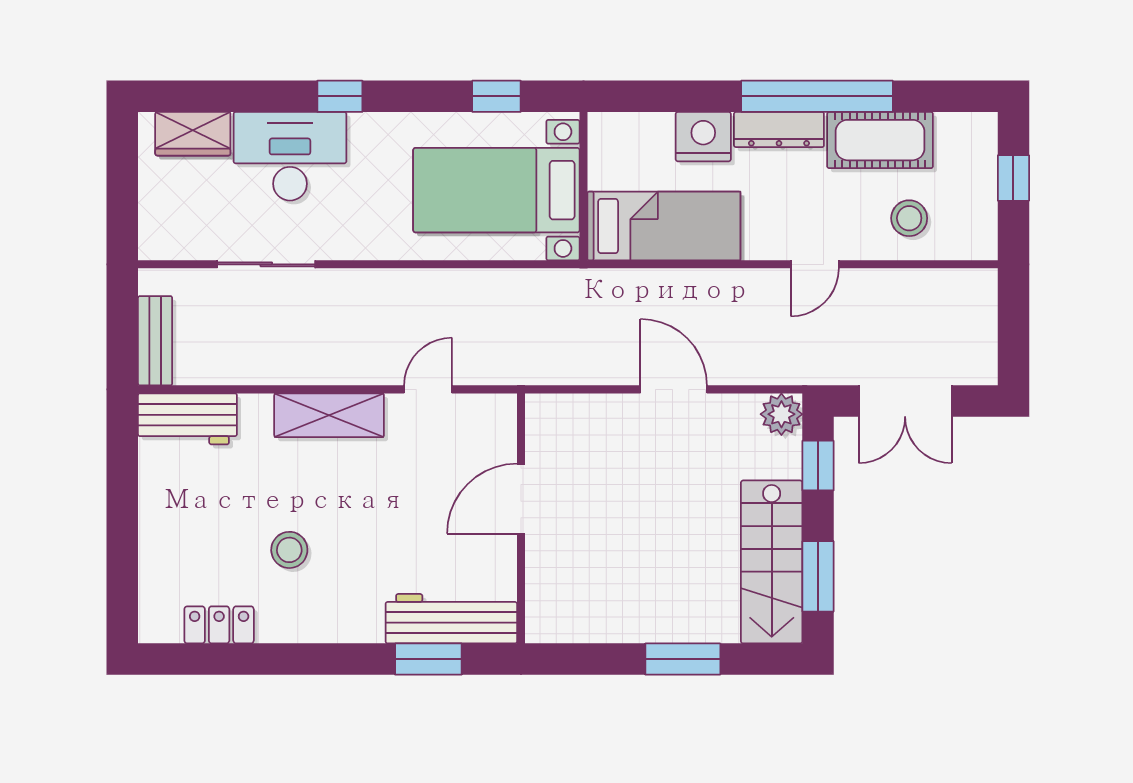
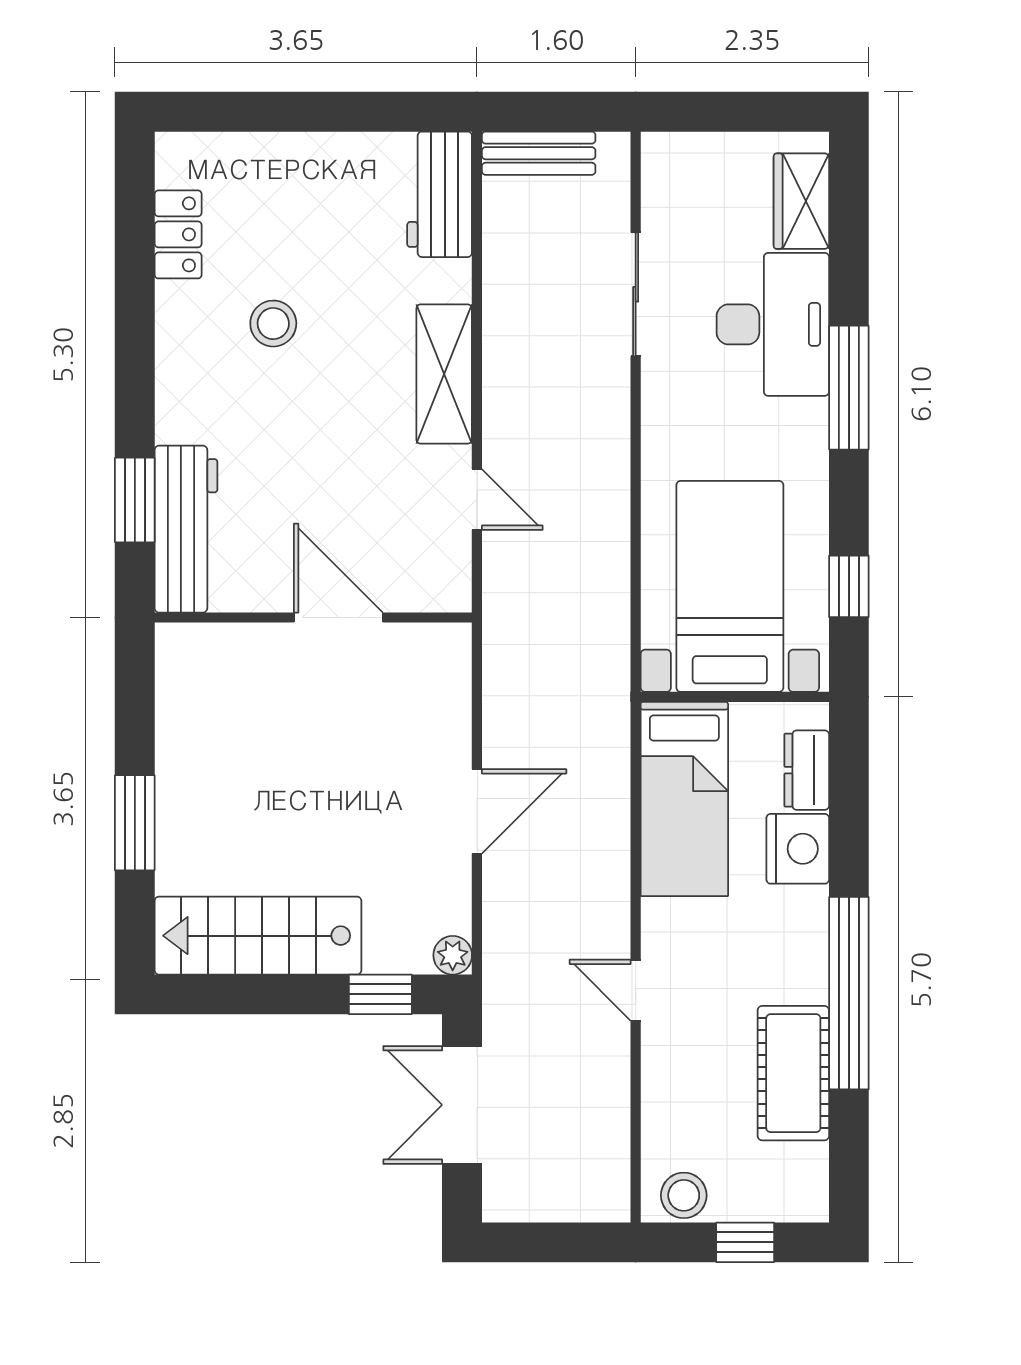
window: (340, 96) -> (849, 388), width x2.17
dresser: (779, 130) -> (807, 770), moved, width x0.70
stool: (909, 218) -> (684, 1195), moved
plant: (781, 414) -> (453, 955), width x0.73, depth x0.73
window: (818, 576) -> (240, 994), removed

